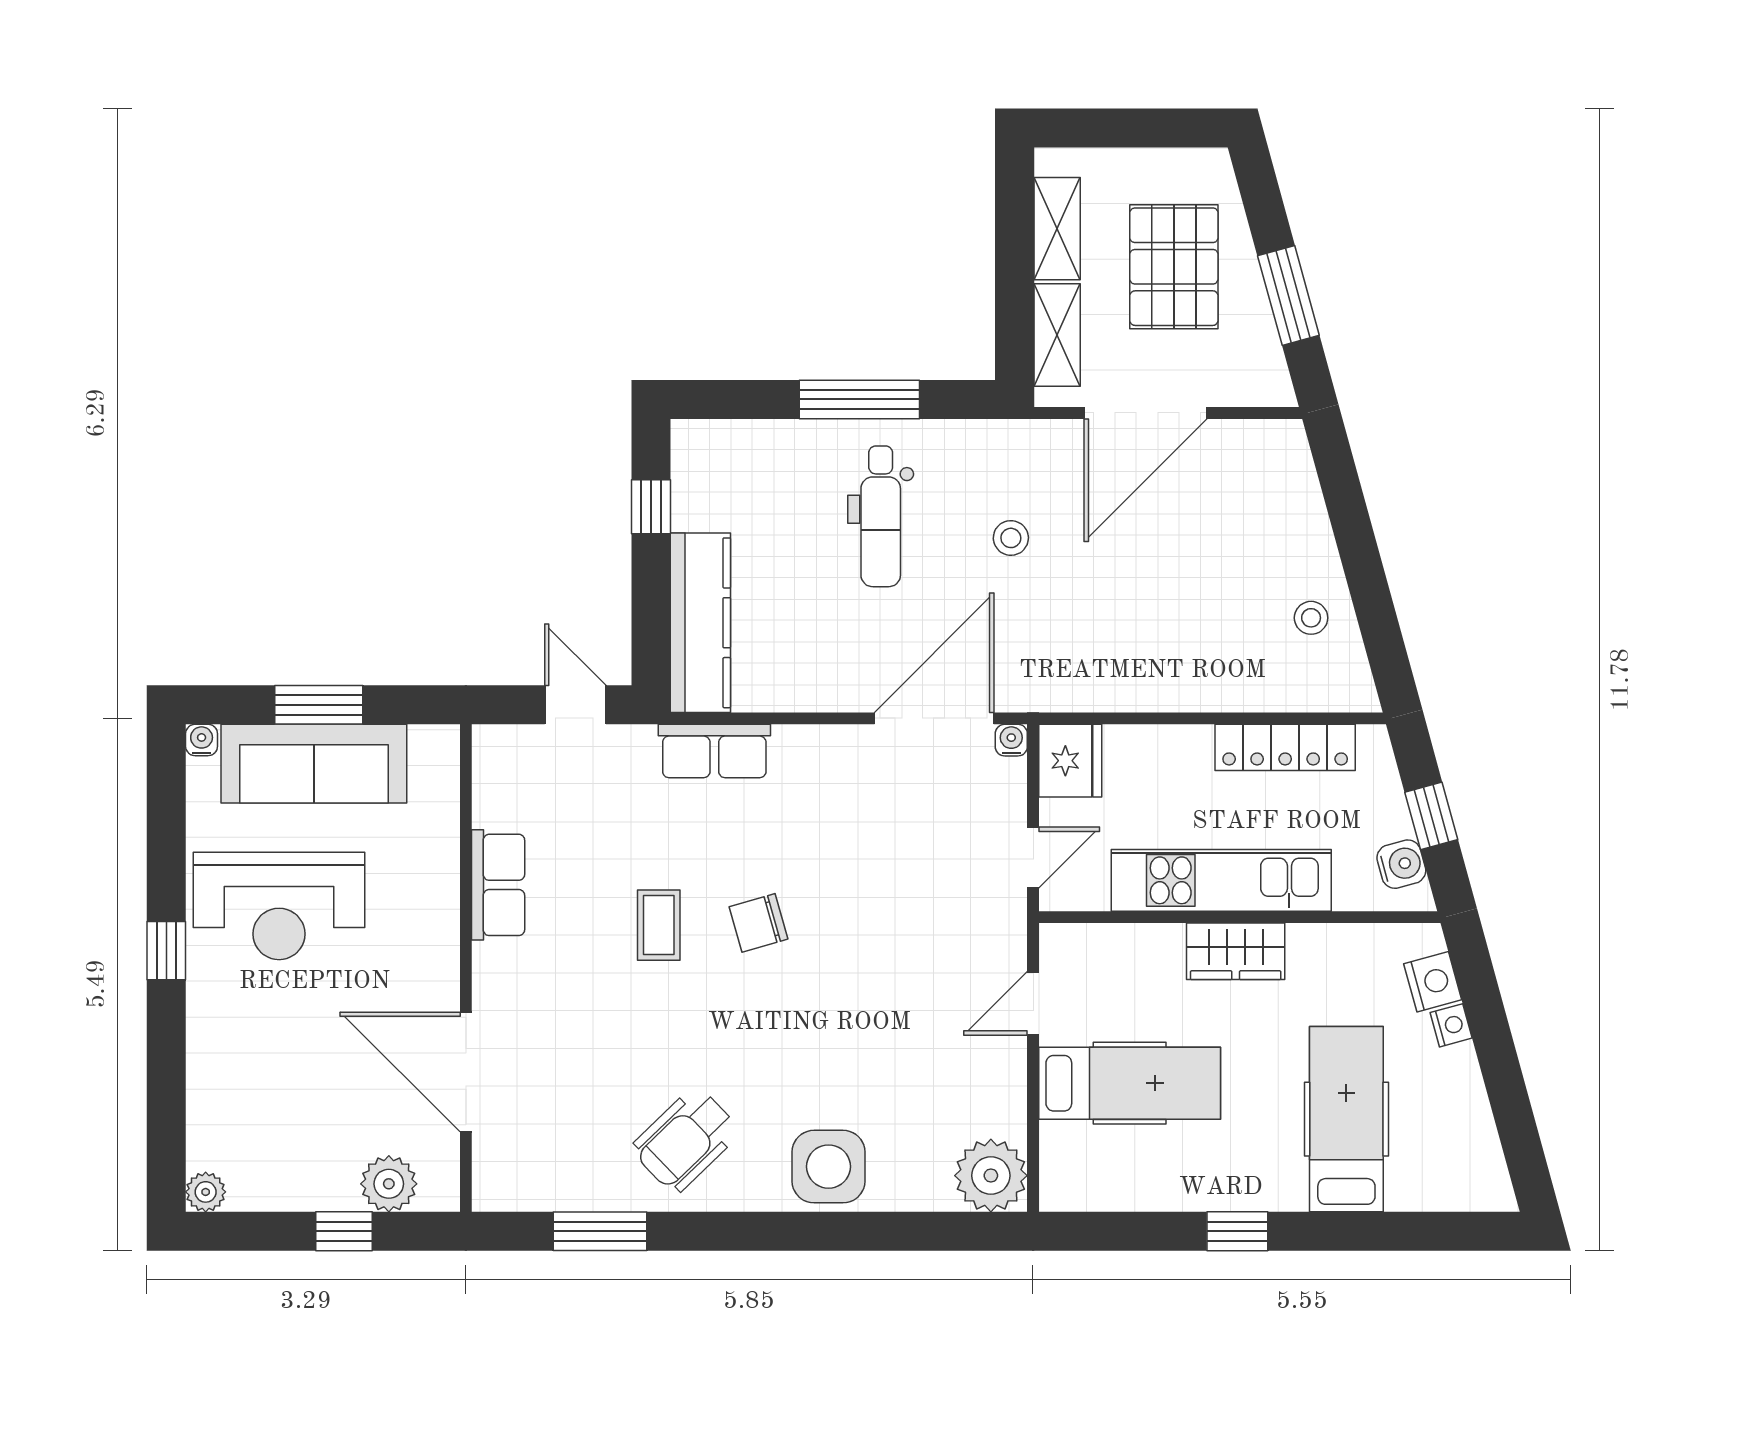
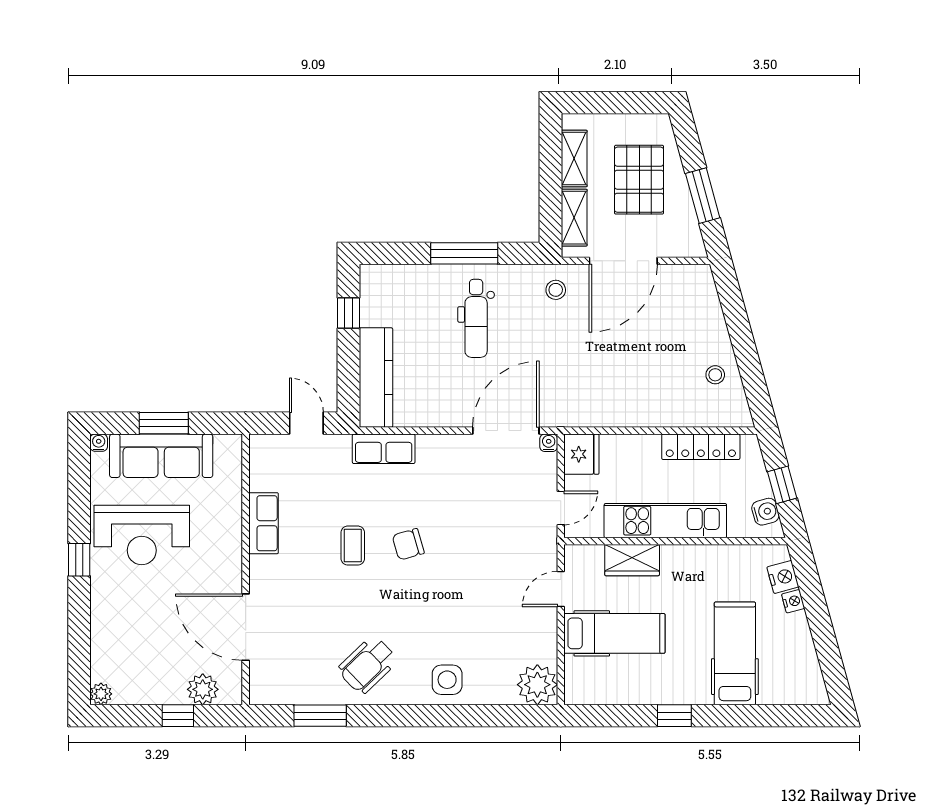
stool: (1011, 538) -> (556, 290), moved
wardrobe: (1236, 951) -> (632, 560), moved
side table: (829, 1167) -> (447, 680), width x0.73, depth x0.73

